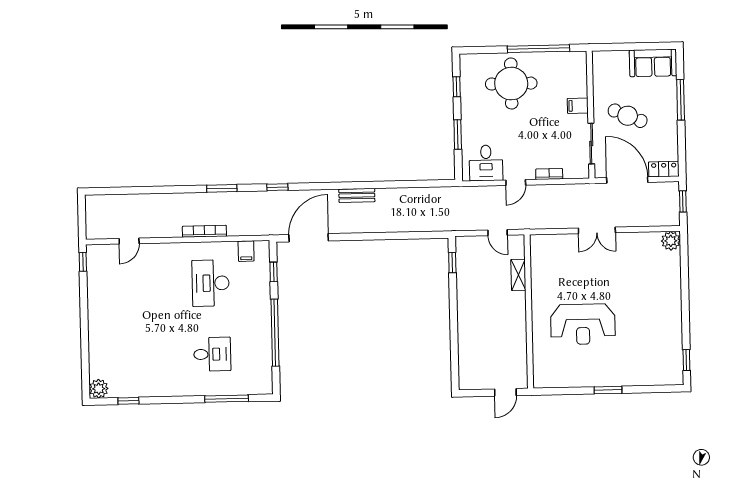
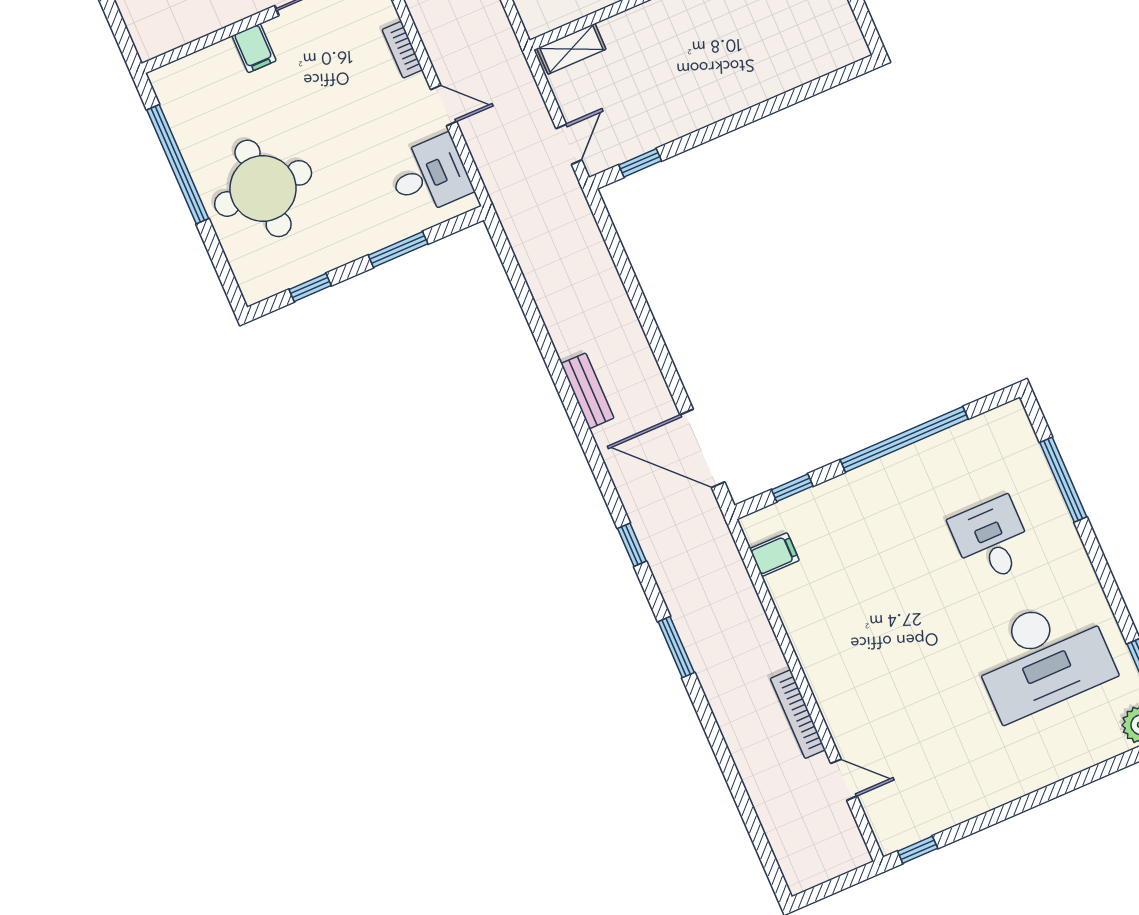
bookcase: (204, 231) -> (798, 714), moved
door: (498, 233) -> (569, 144), moved
shelving: (518, 275) -> (571, 49), moved
desk: (211, 283) -> (1042, 658), moved, width x1.36, depth x1.30

